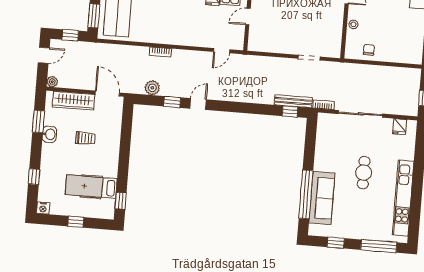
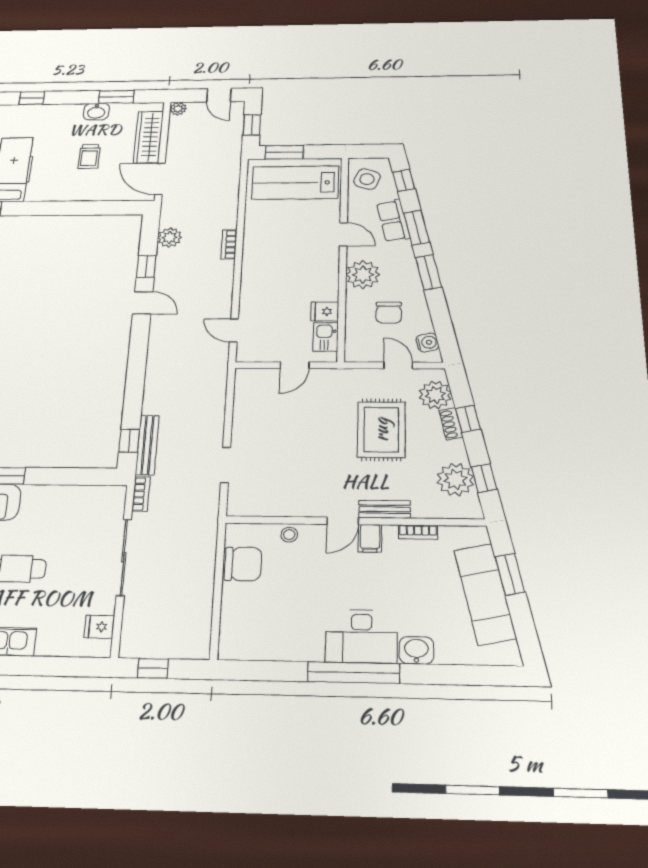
door: (248, 17) -> (295, 365), swing flipped
chair: (369, 50) -> (243, 564), width x1.87, depth x1.87
door: (107, 93) -> (160, 179), swing flipped

